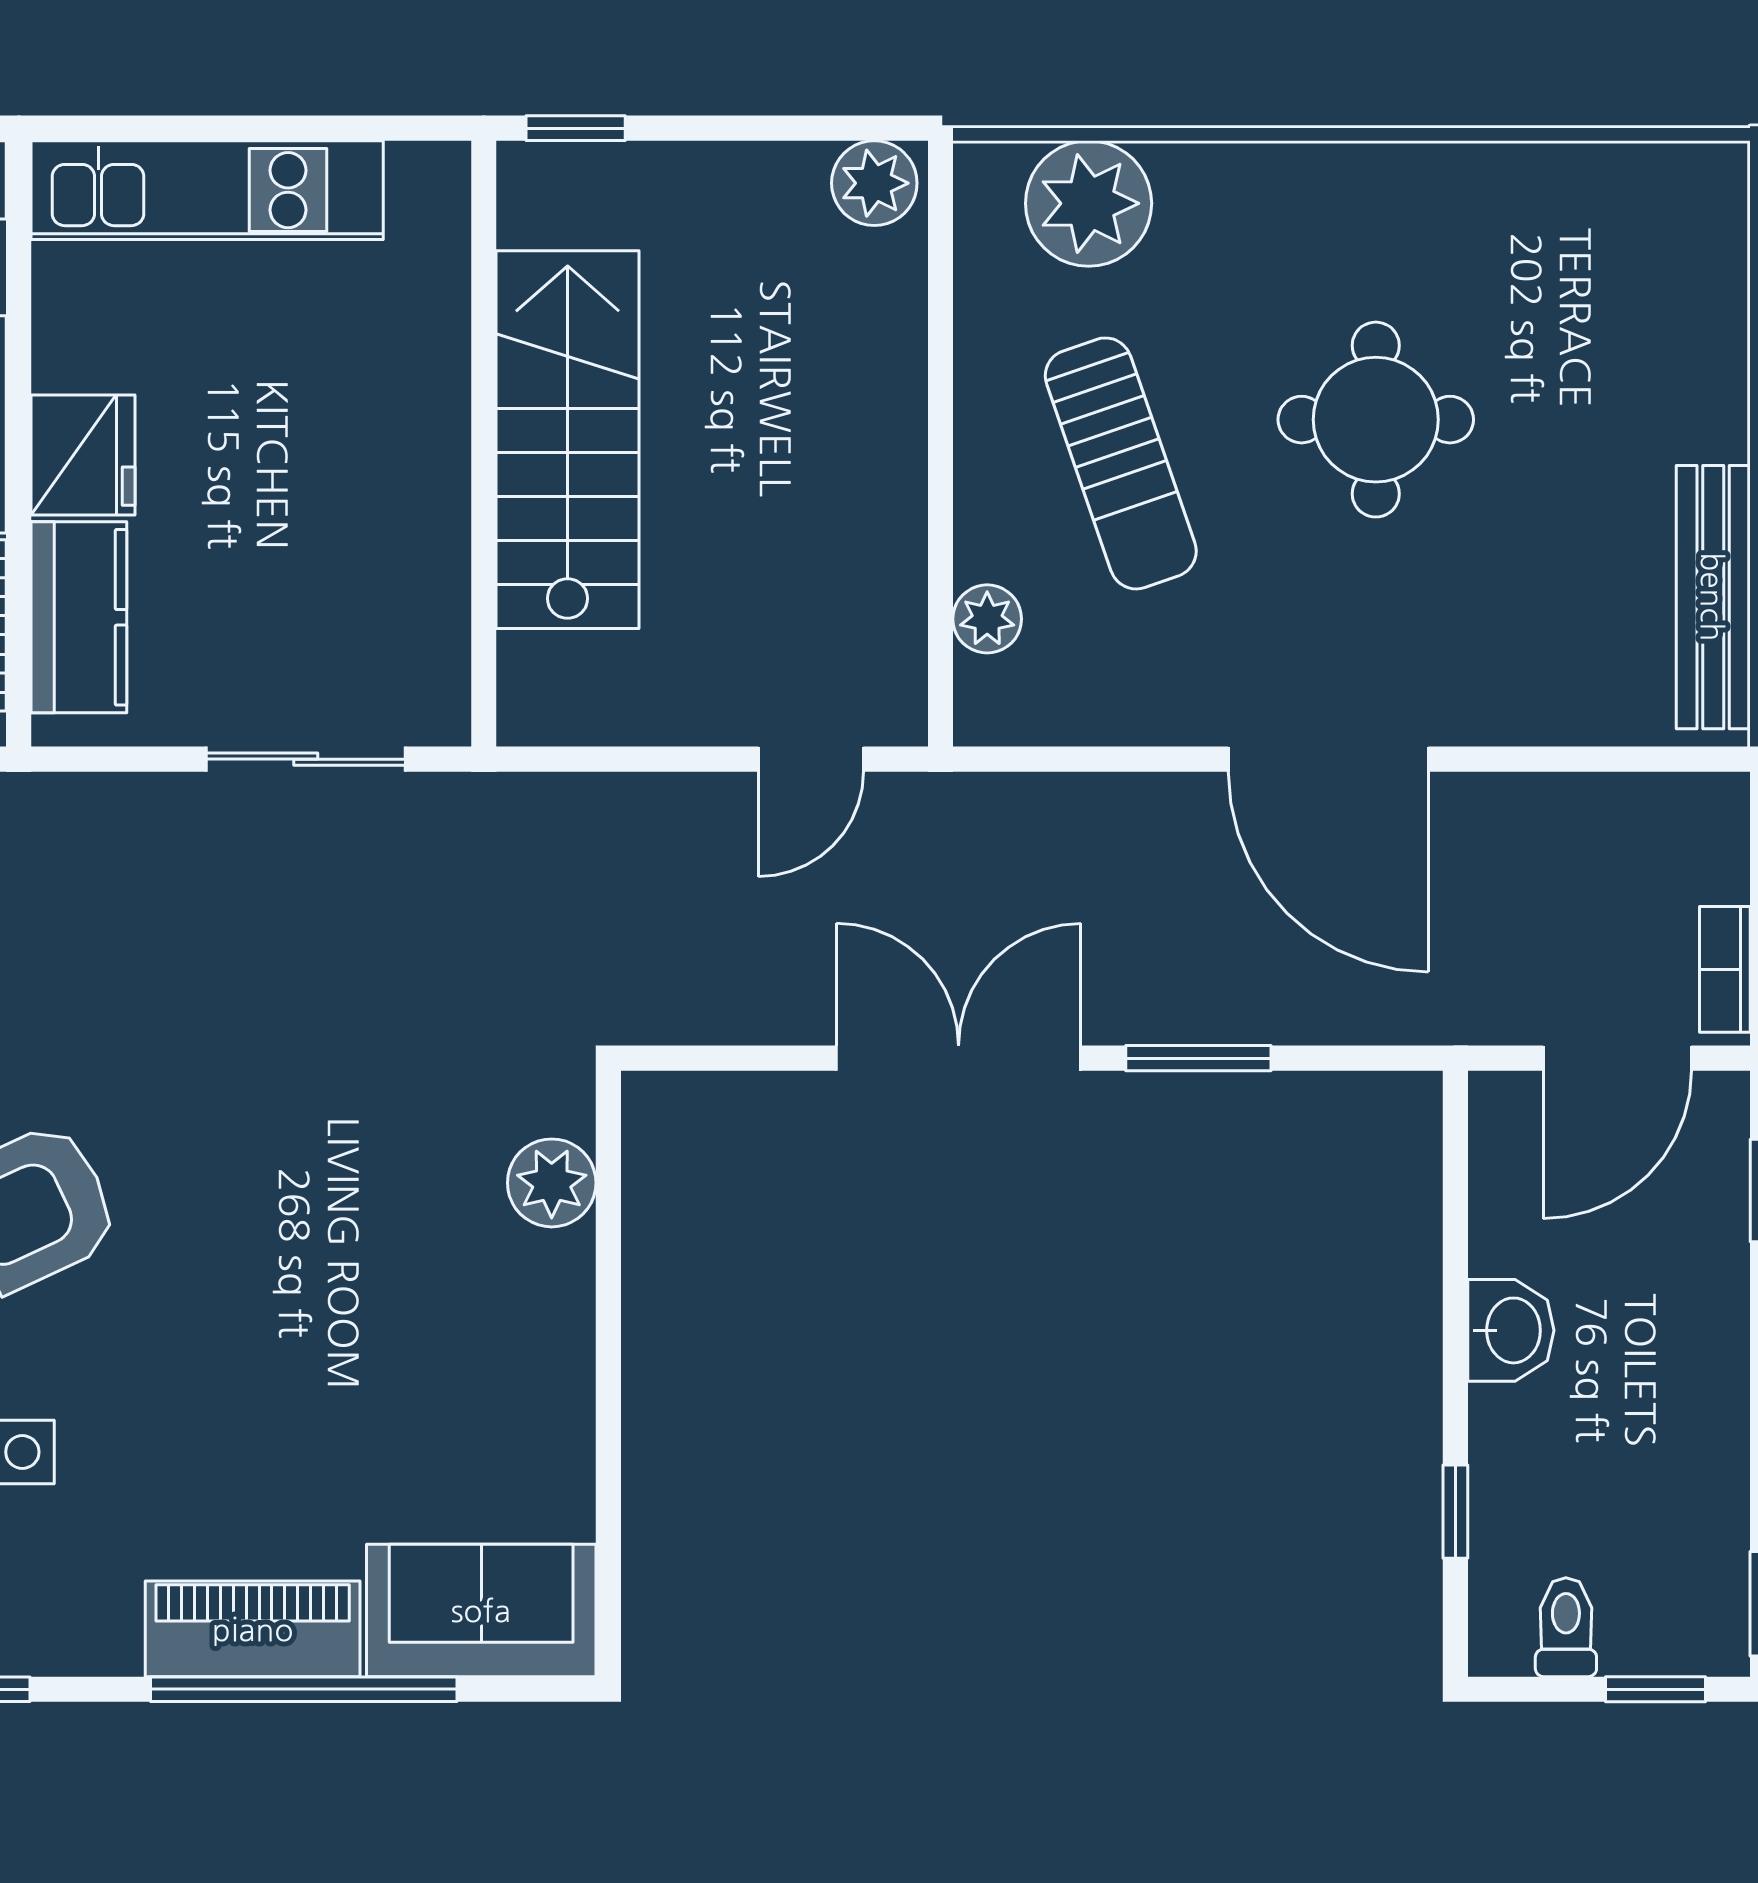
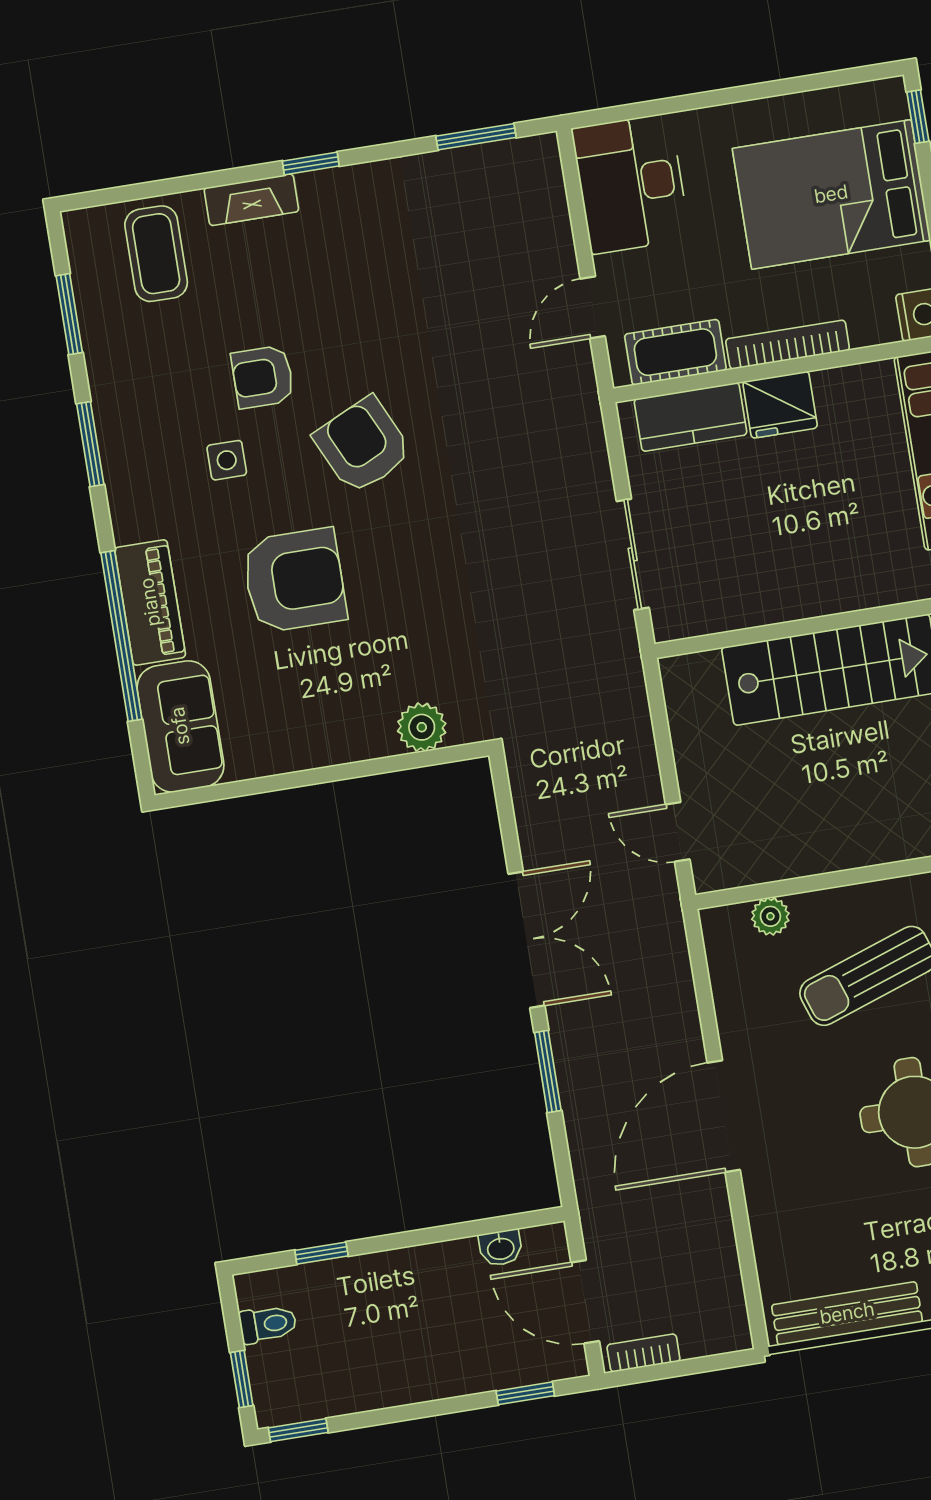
washbasin: (1511, 1330) -> (501, 1248), moved, width x0.72, depth x0.69
armchair: (255, 1367) -> (294, 580), added

